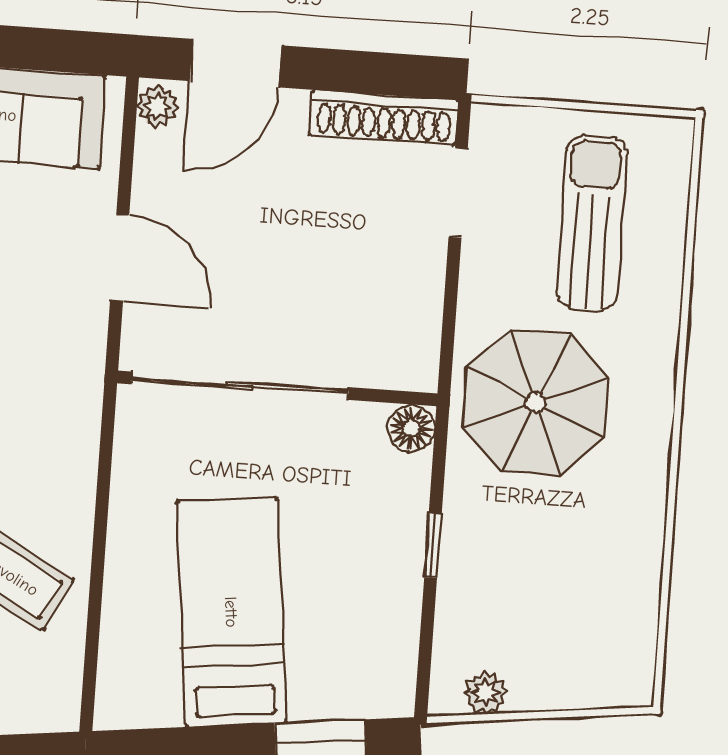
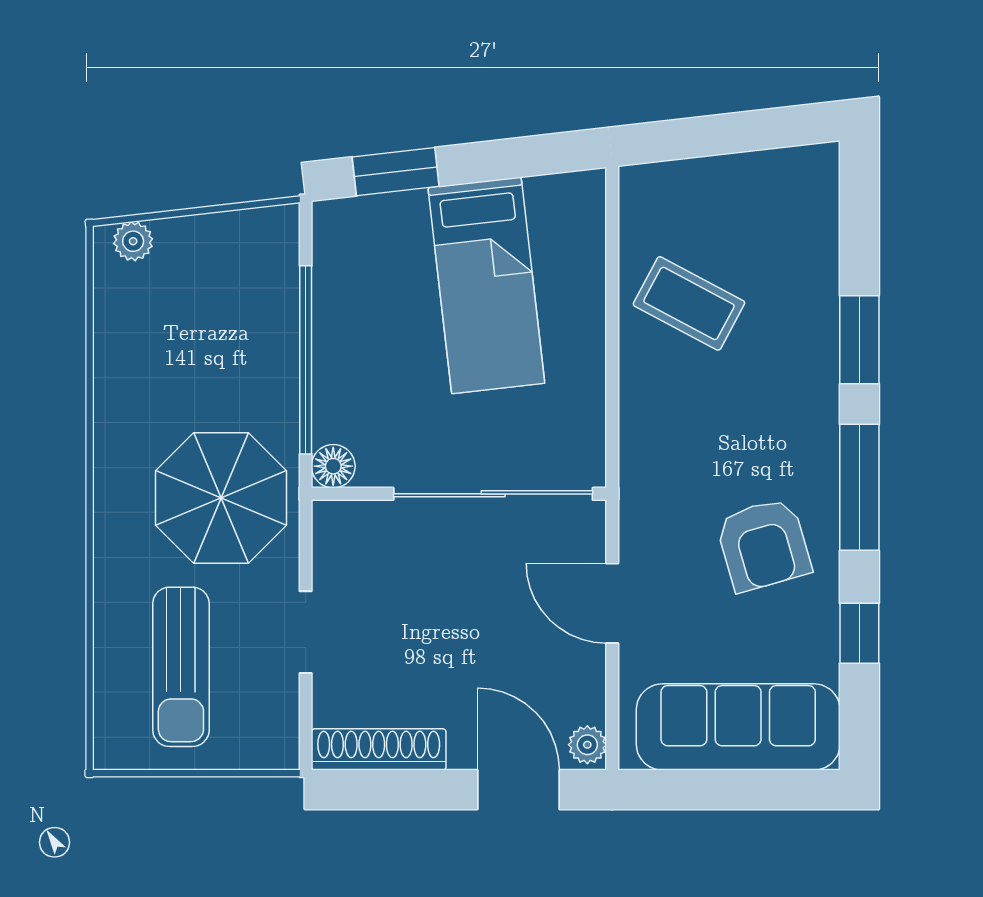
door: (236, 63) -> (518, 790), hinge flipped
doorway: (458, 193) -> (306, 632), moved
window: (433, 545) -> (306, 360), width x3.17
plant: (485, 693) -> (133, 241), moved

